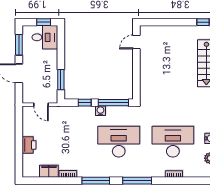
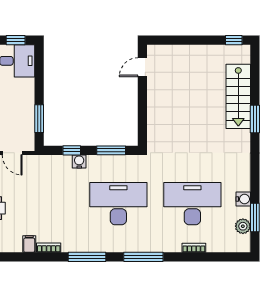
window: (113, 103) -> (111, 150), width x0.69
water cooler: (100, 111) -> (79, 161), moved
filing cabinet: (49, 171) -> (29, 244), width x0.50

